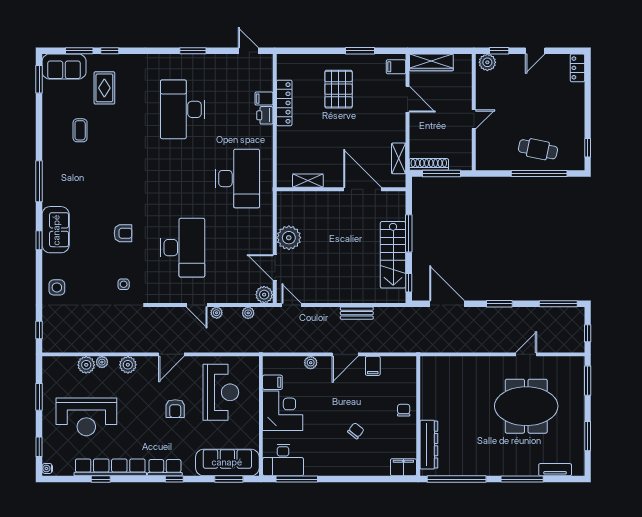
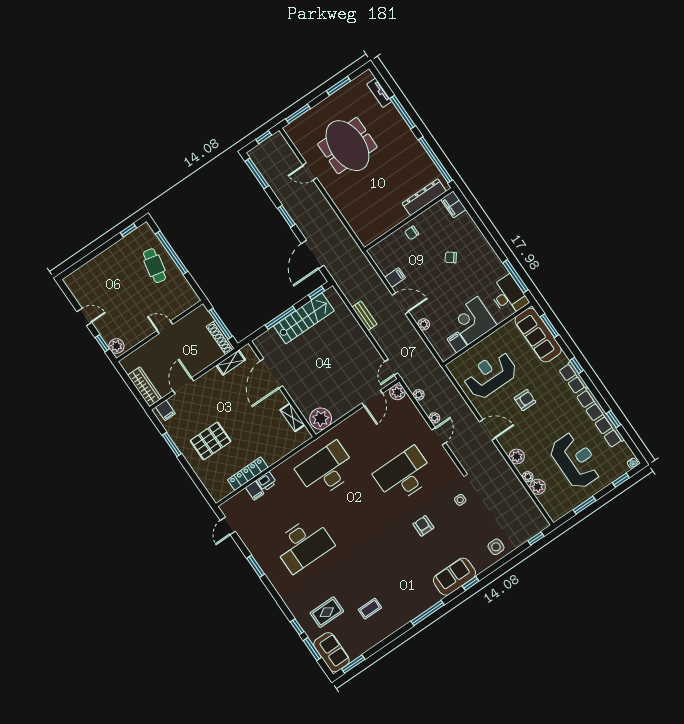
locker: (577, 68) -> (75, 278), removed
plant: (289, 238) -> (321, 419), moved

